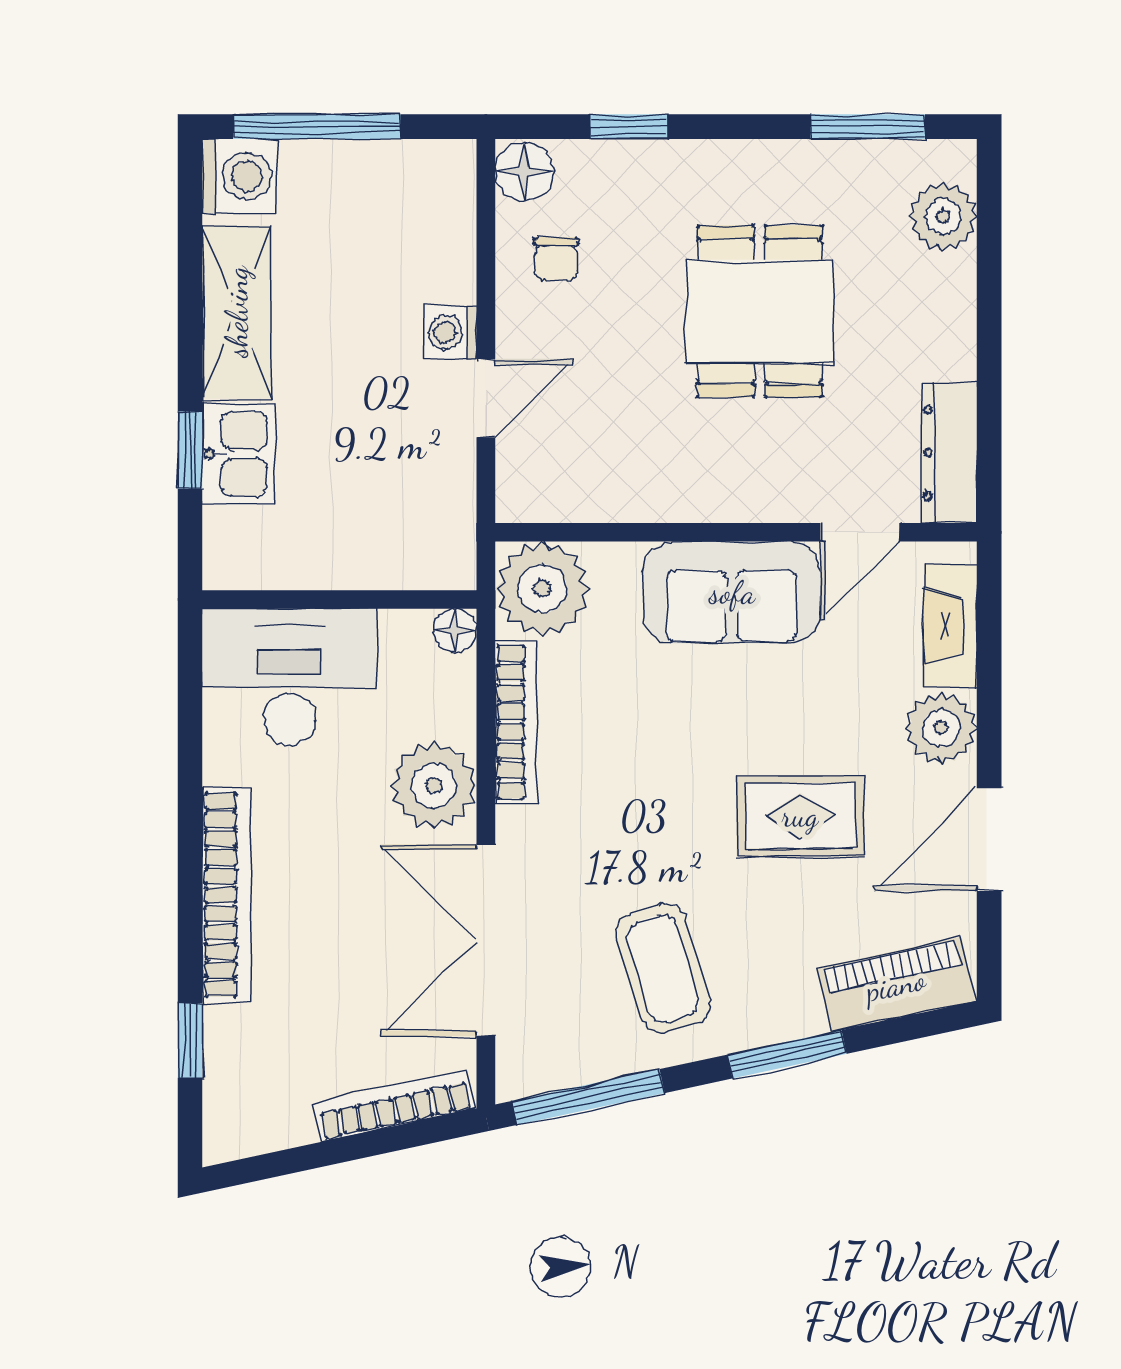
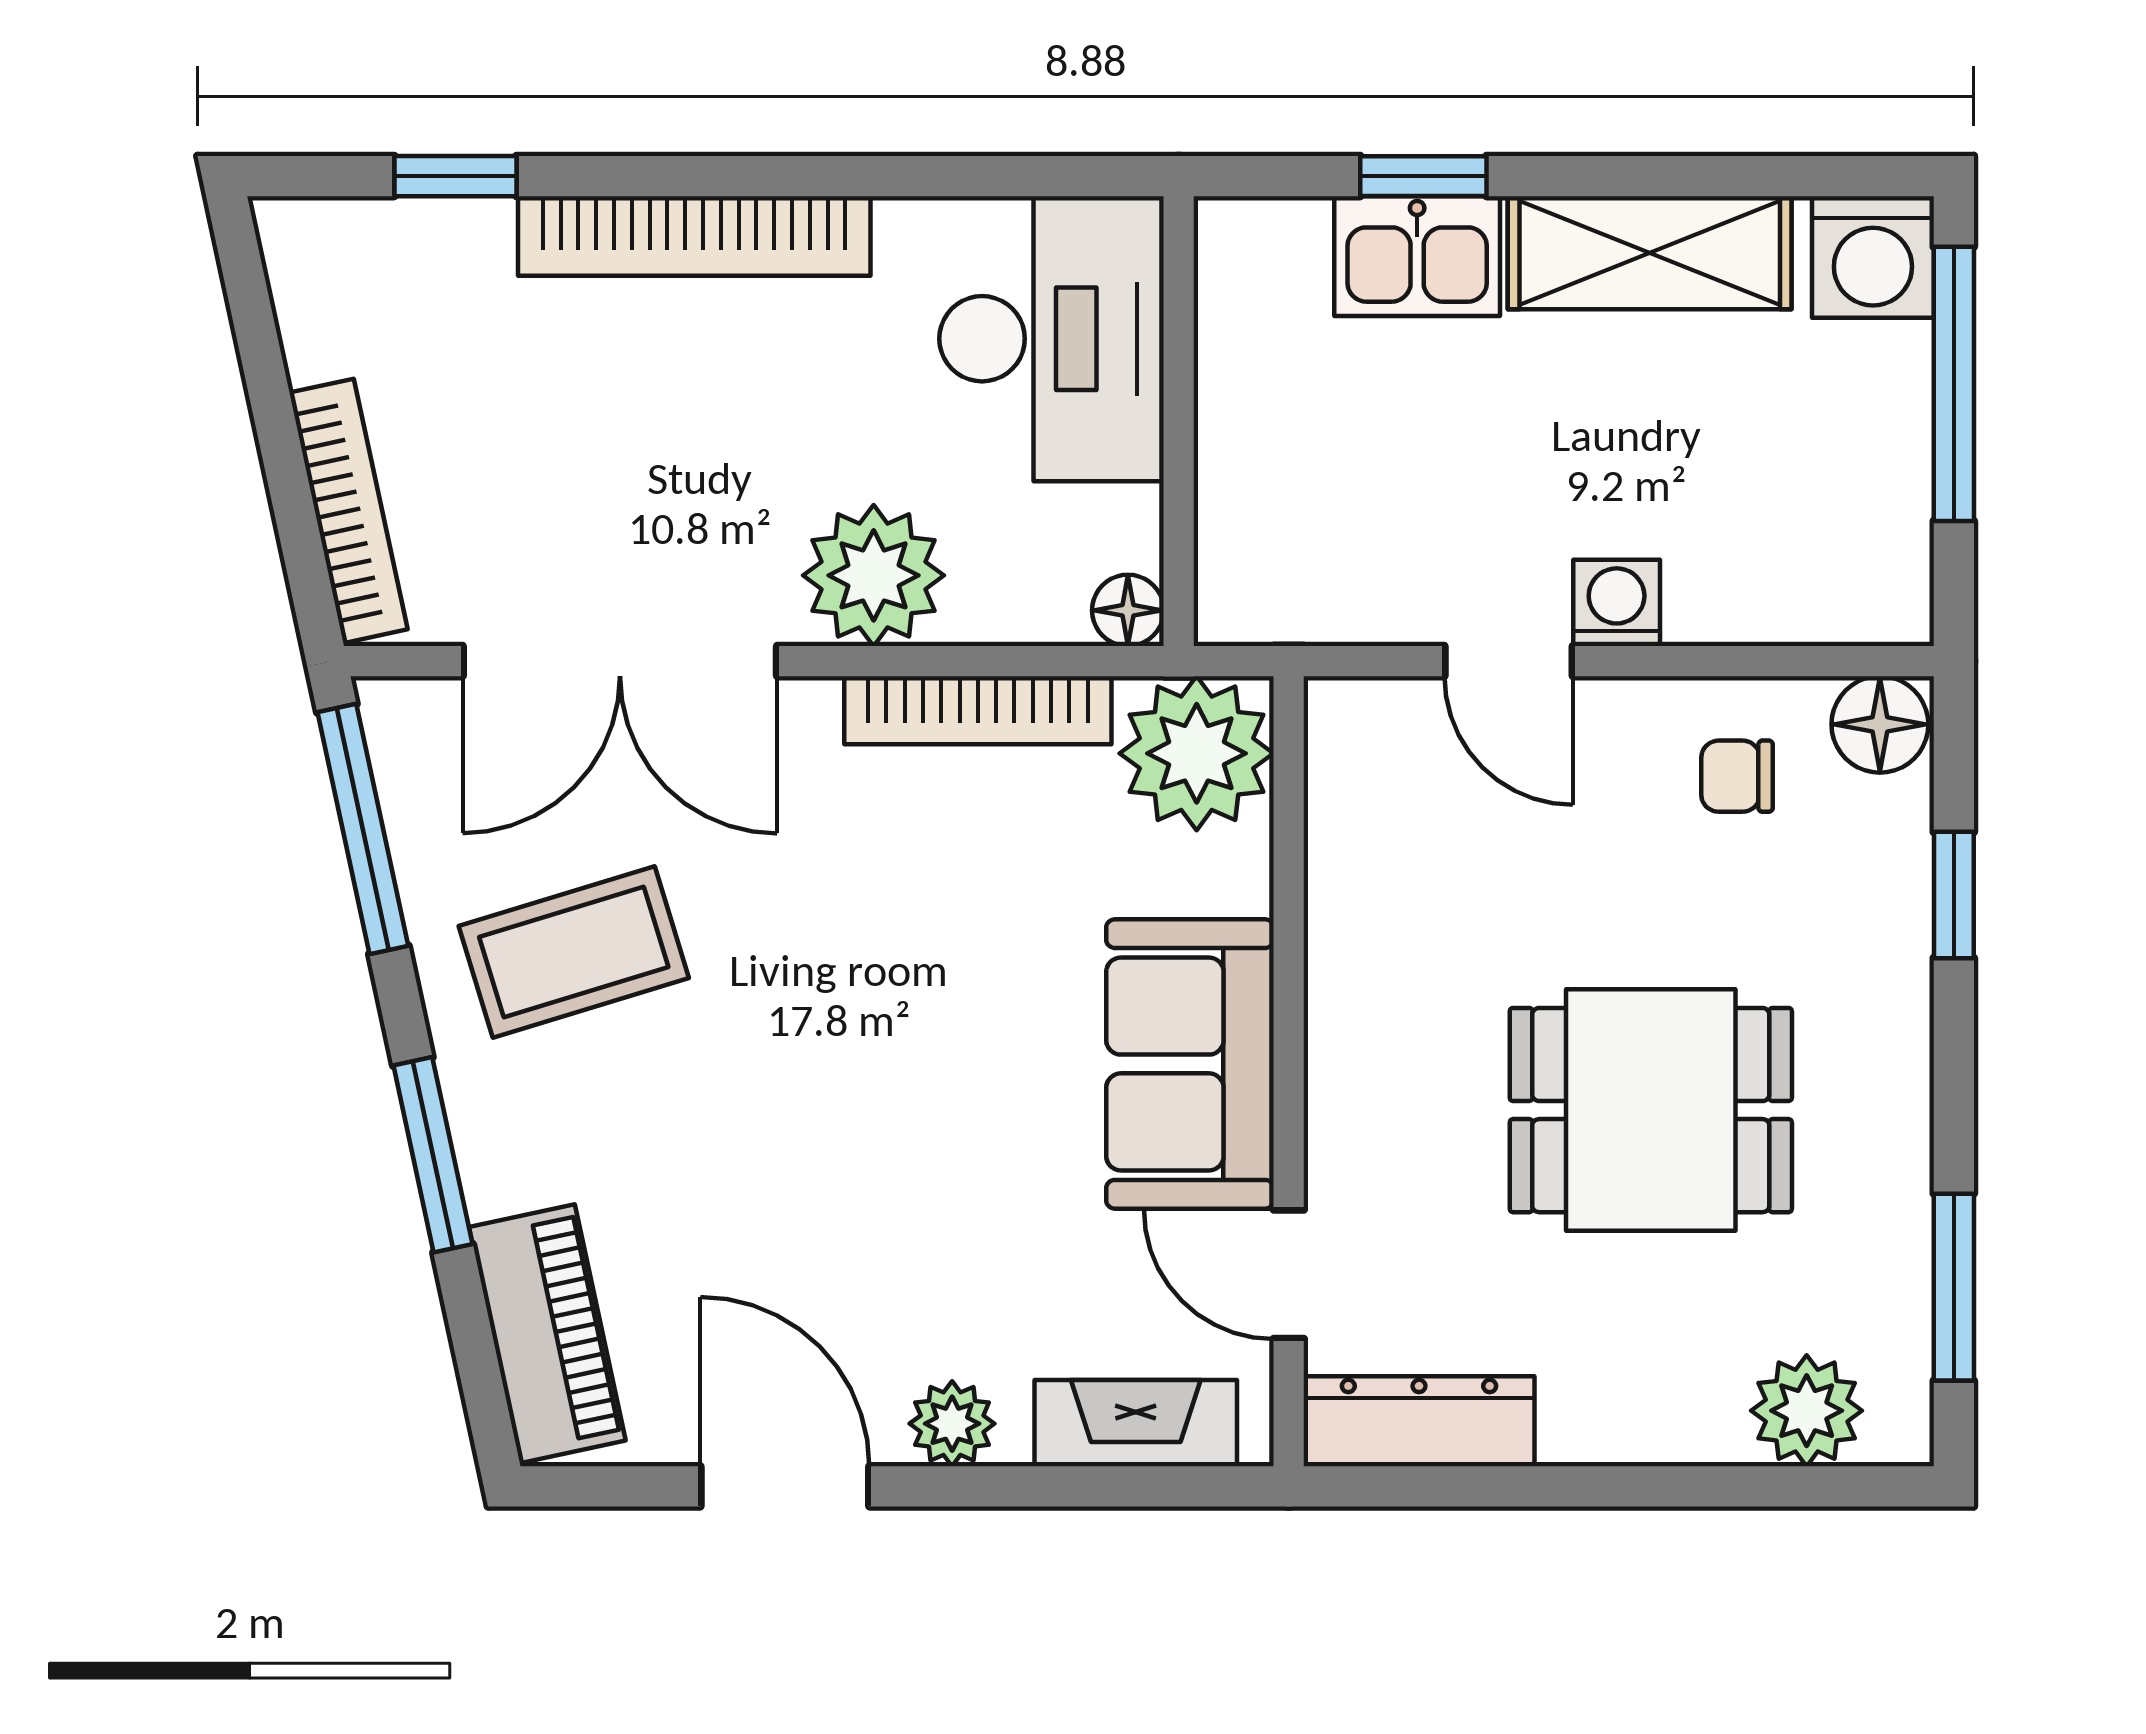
plant: (941, 728) -> (952, 1424), width x0.73, depth x0.73
rug: (800, 816) -> (824, 1177), removed
double door: (486, 940) -> (620, 661), swing flipped

